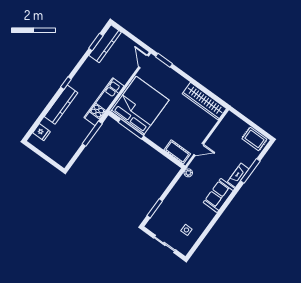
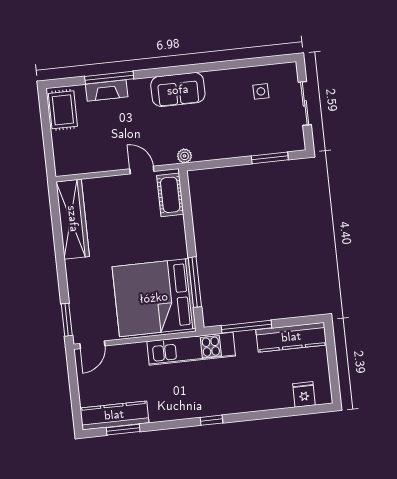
kitchen counter: (61, 105) -> (291, 337), moved, turned 180
fireplace: (238, 175) -> (107, 91), moved

